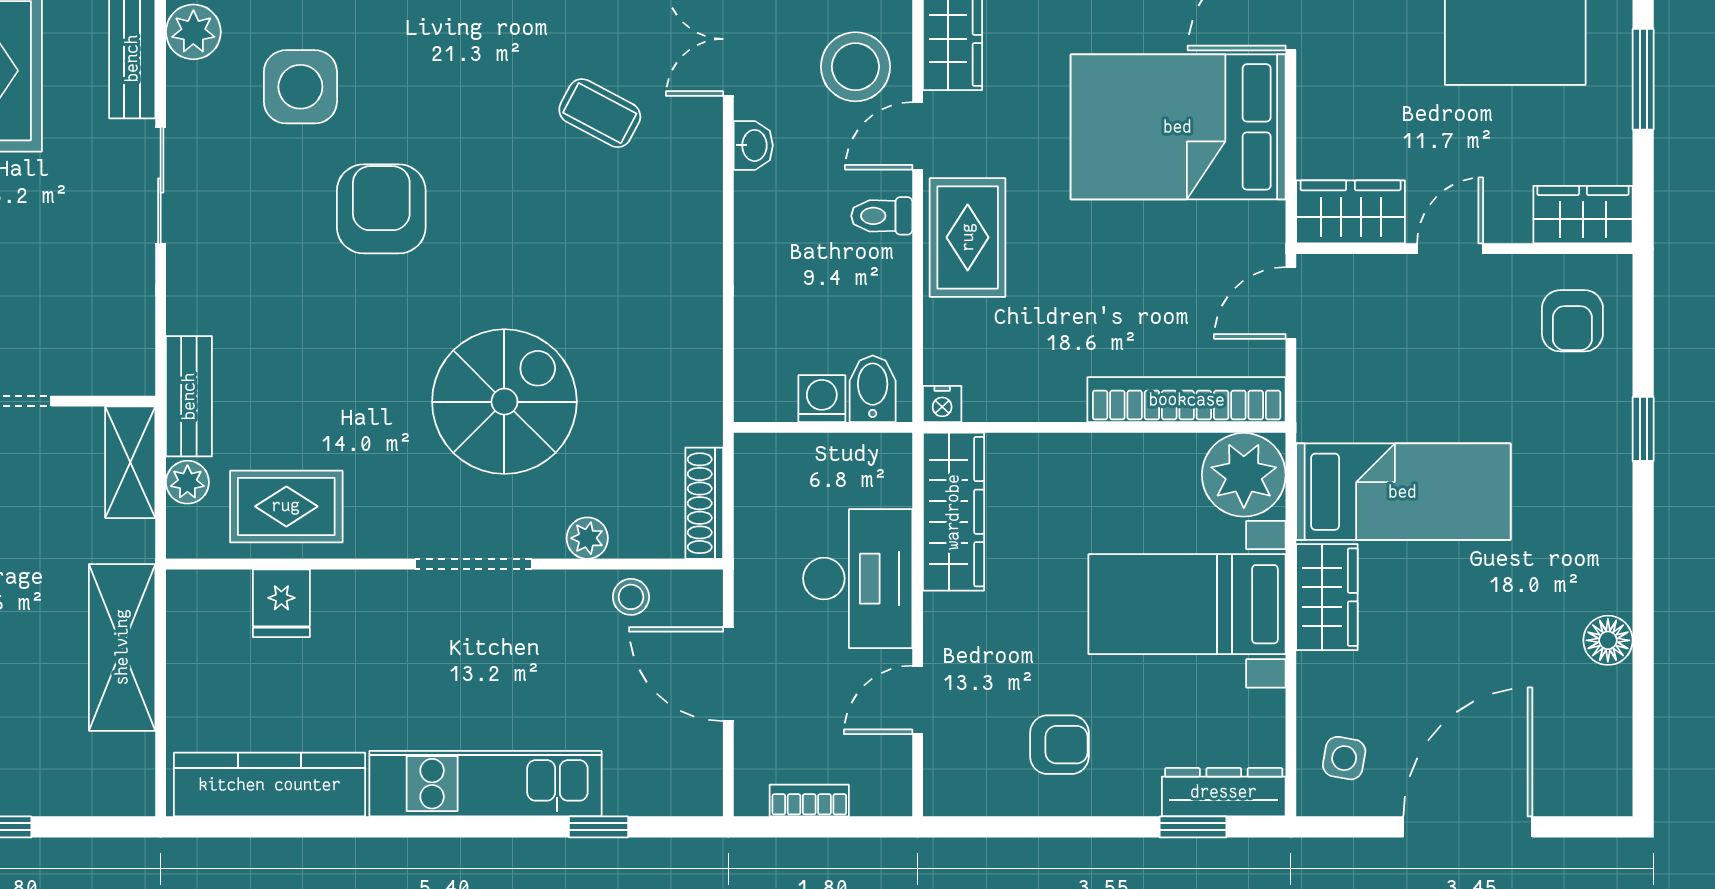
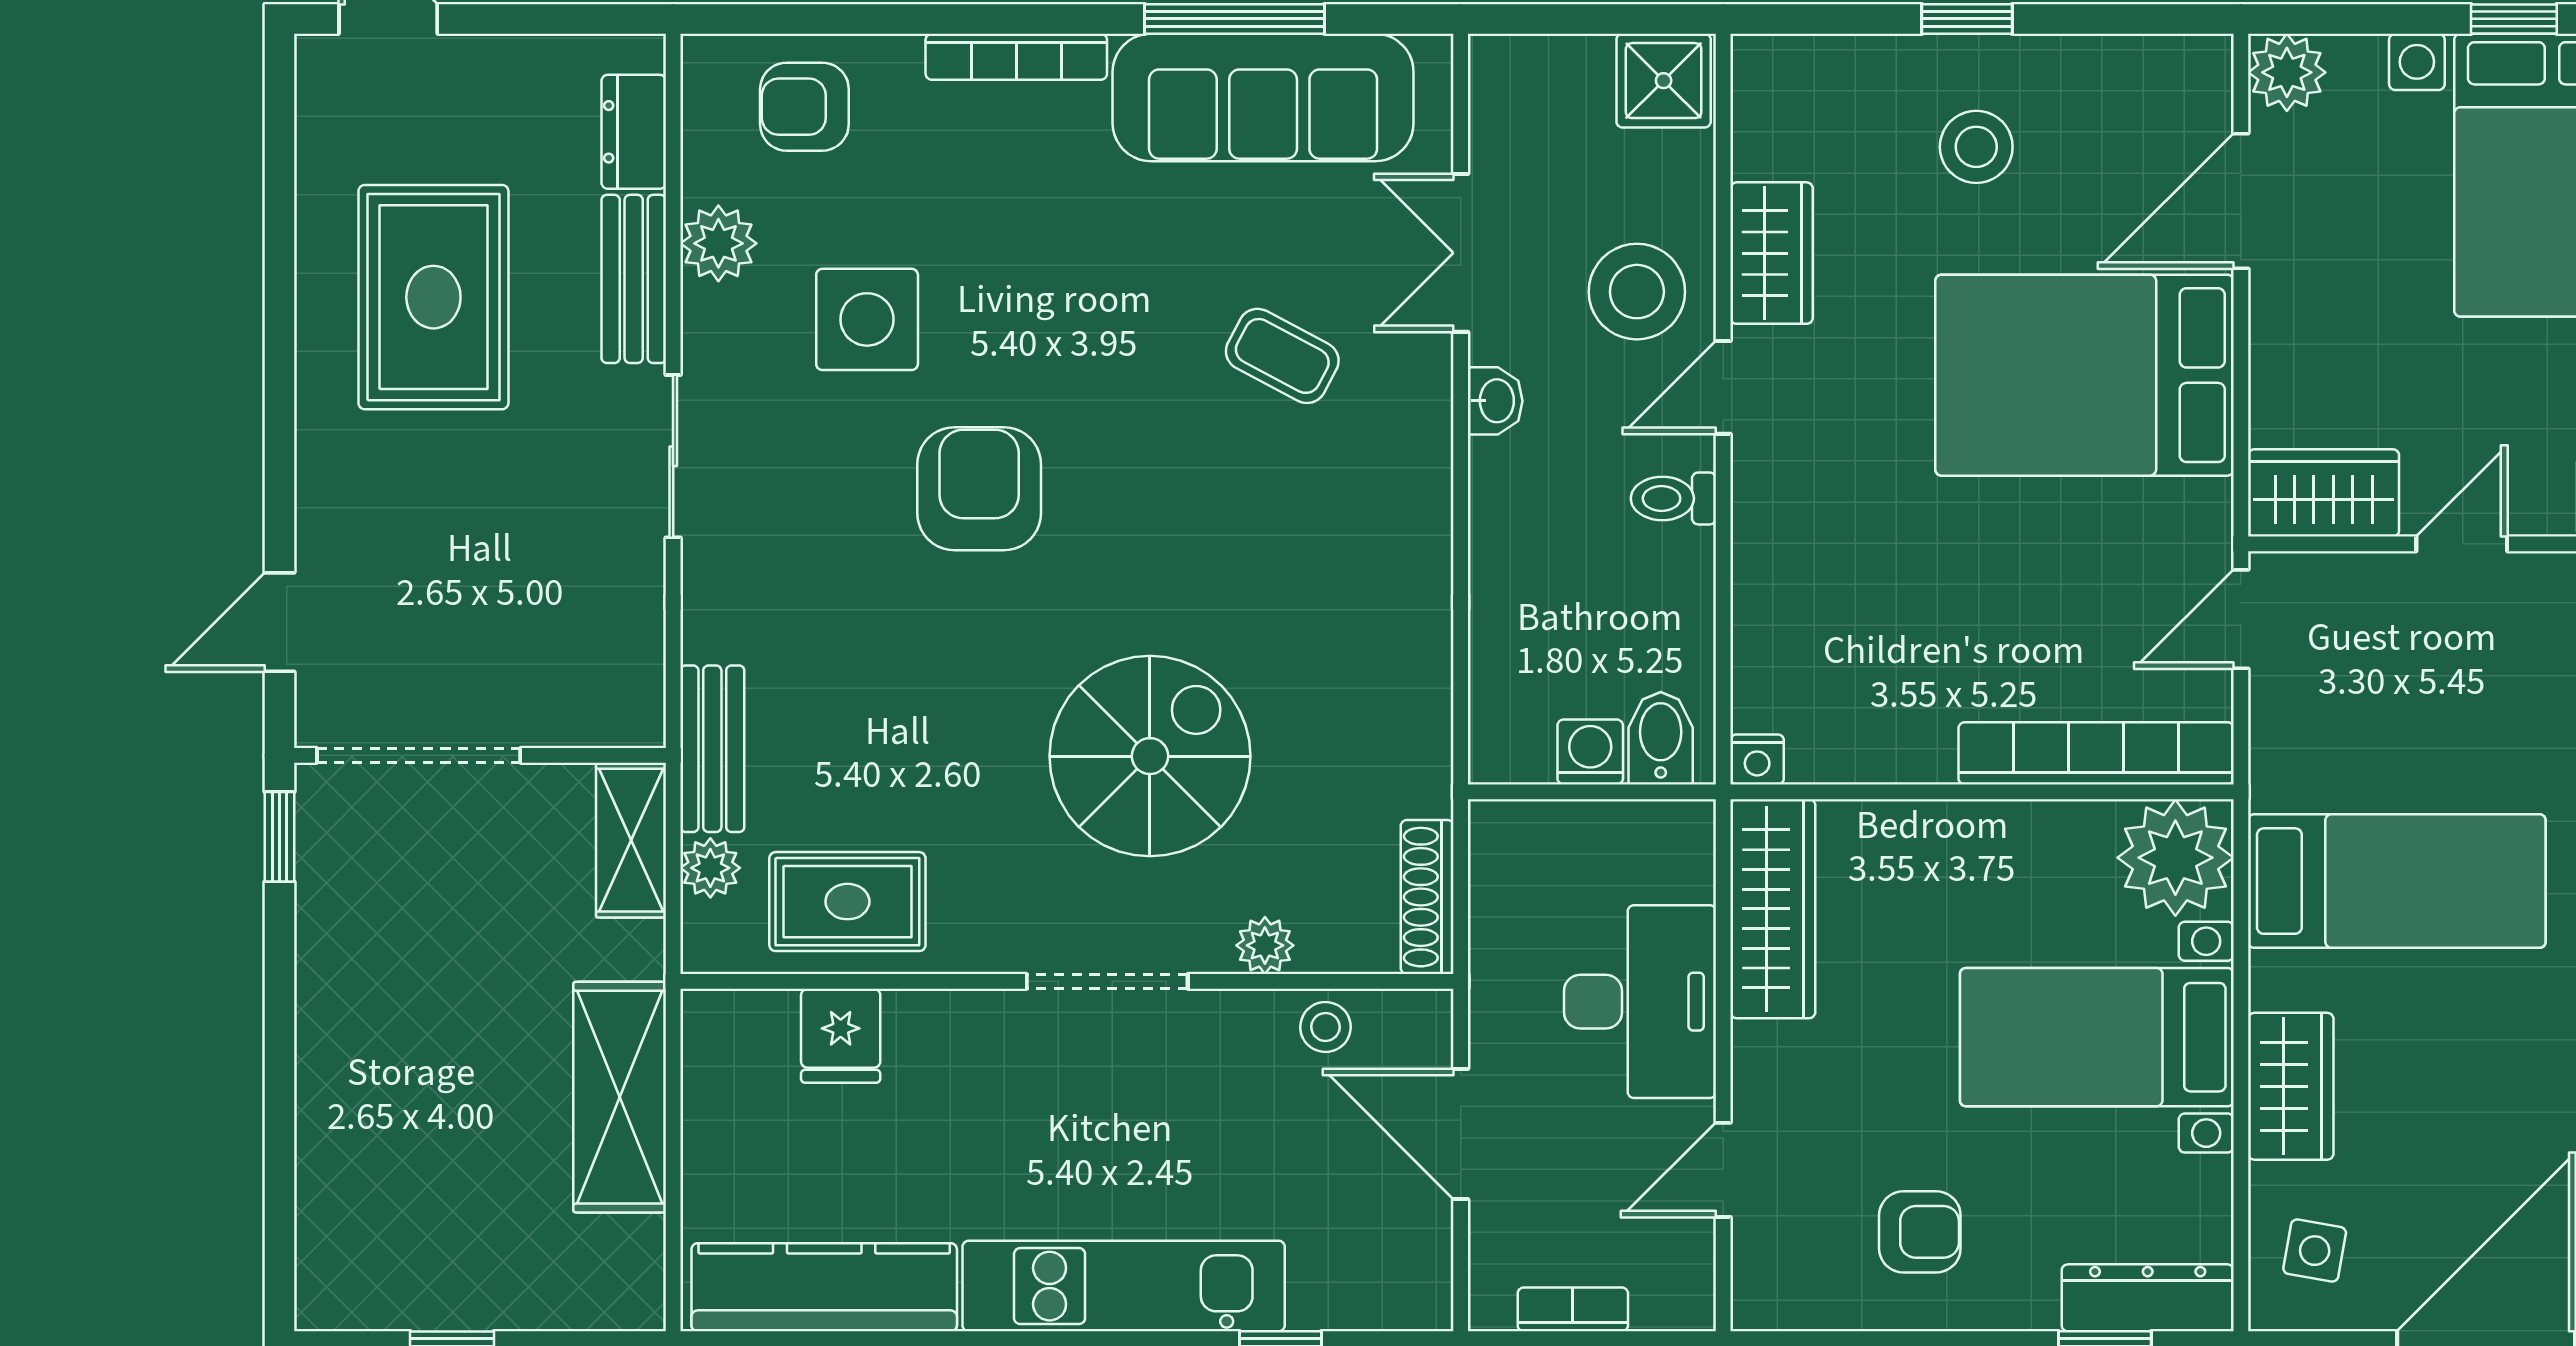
rug: (968, 237) -> (1792, 528), removed
wardrobe: (1327, 597) -> (2291, 1086), moved

